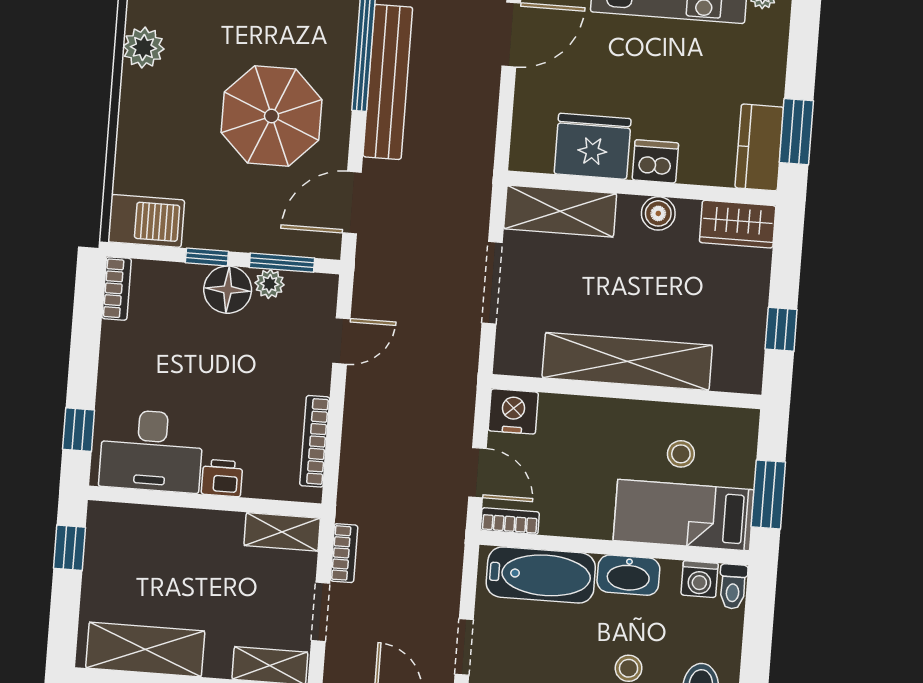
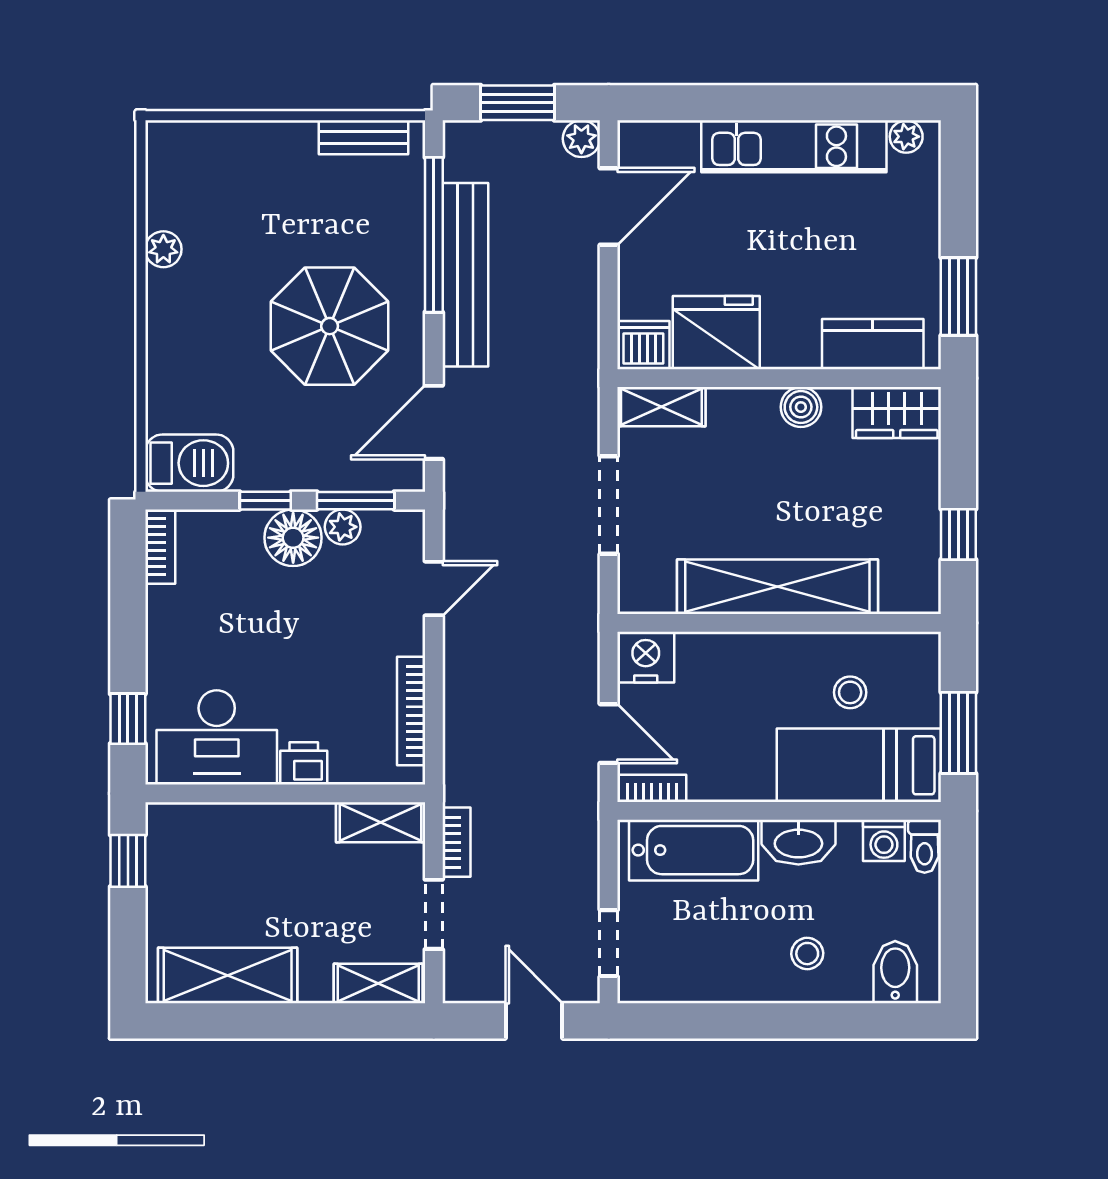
plant: (143, 48) -> (163, 249), width x0.73, depth x0.73
kitchen counter: (759, 147) -> (873, 344), moved, turned 90
dishwasher: (655, 161) -> (643, 345), moved
shelving: (560, 211) -> (661, 407), width x0.67, depth x0.75

